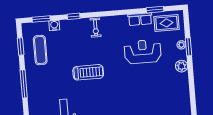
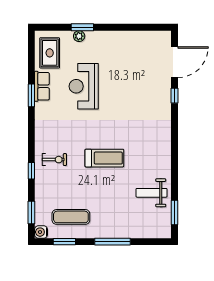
window: (155, 10) -> (31, 95), moved
water cooler: (54, 25) -> (41, 232), moved
exercise bike: (96, 28) -> (54, 160), moved
plant: (182, 66) -> (106, 38), removed
treadmill: (88, 72) -> (104, 158), turned 90

